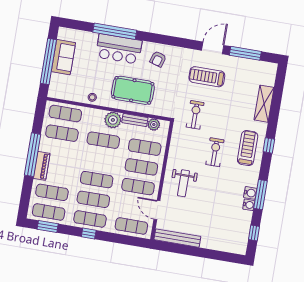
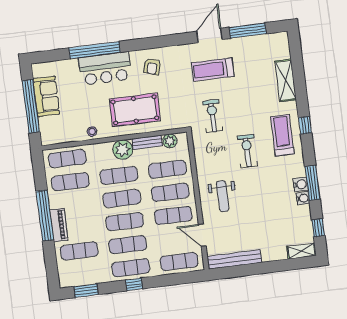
exercise mat: (49, 212) -> (122, 199), moved
shelving: (234, 248) -> (302, 251), added

